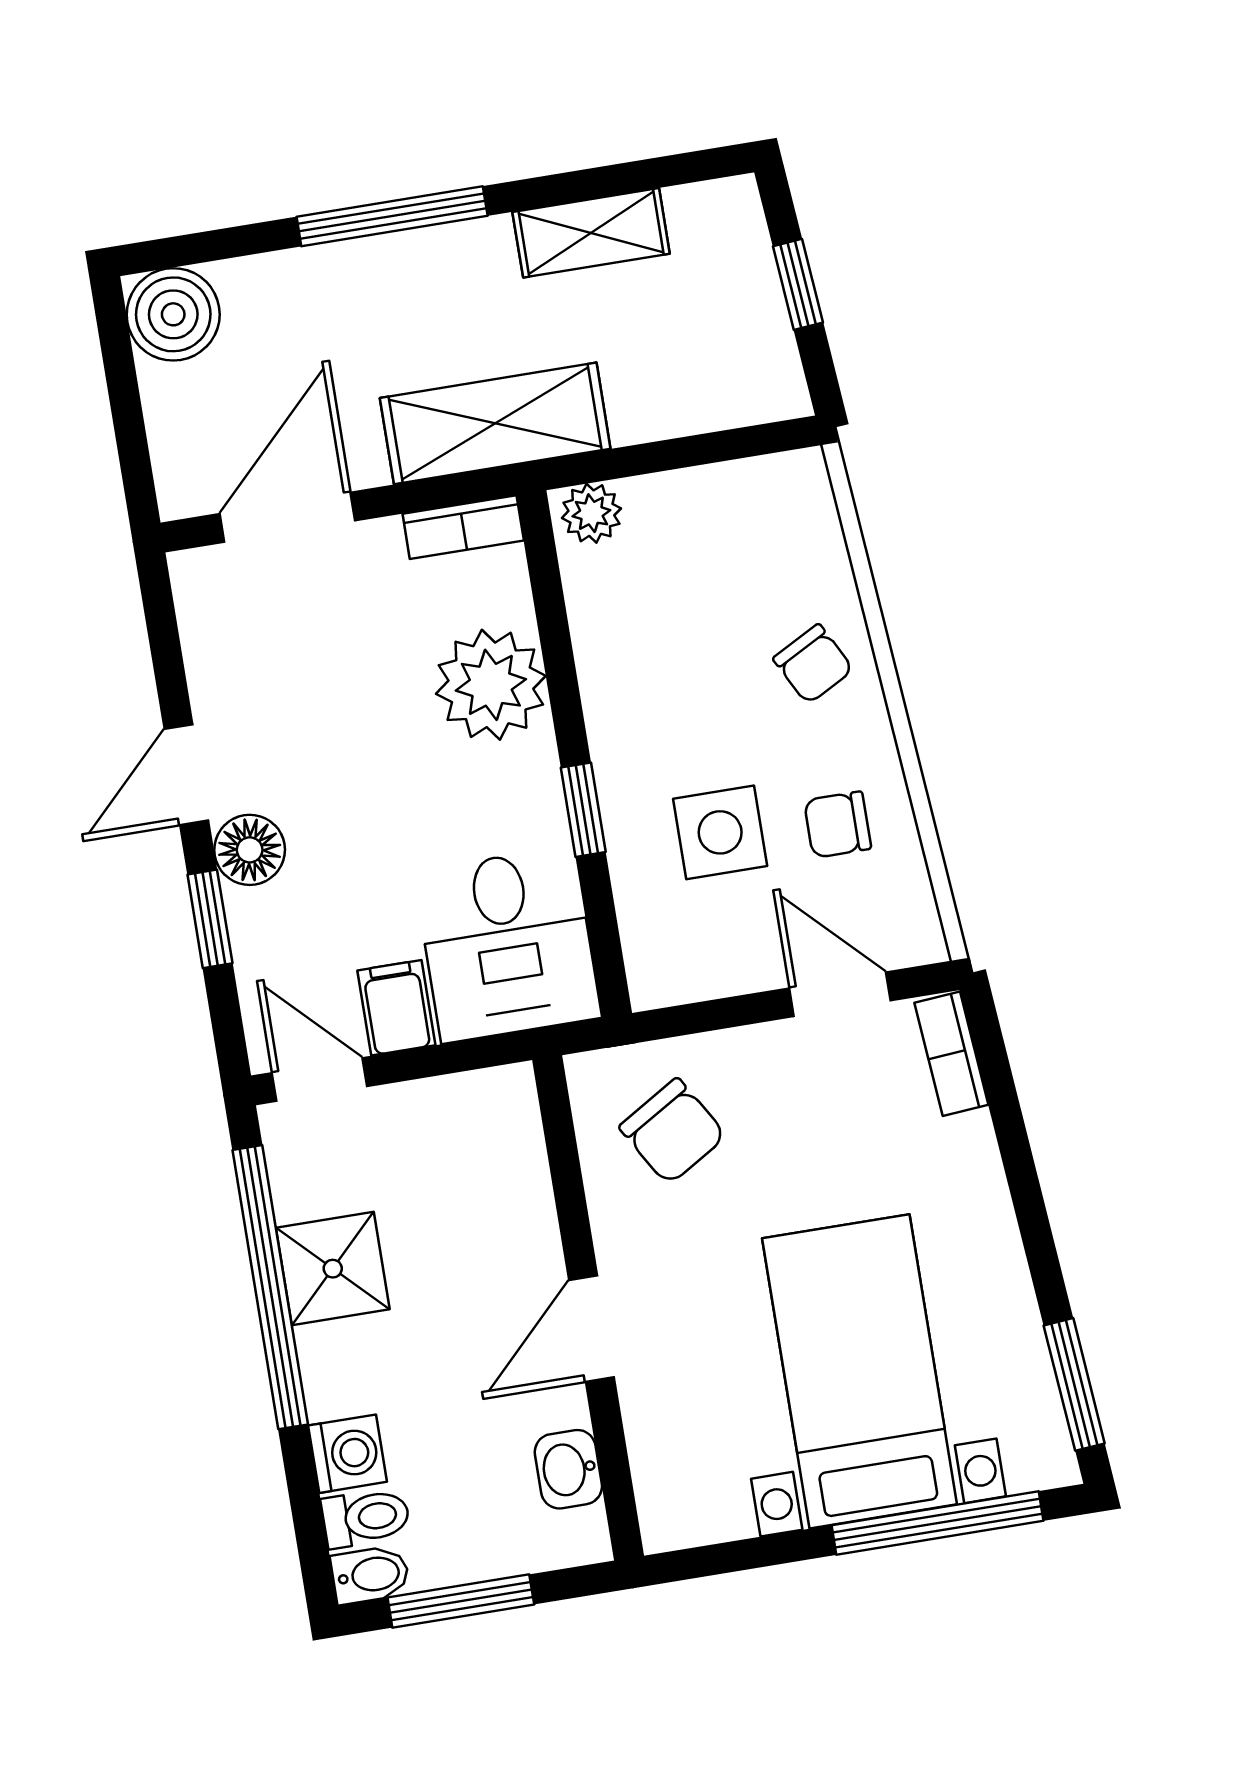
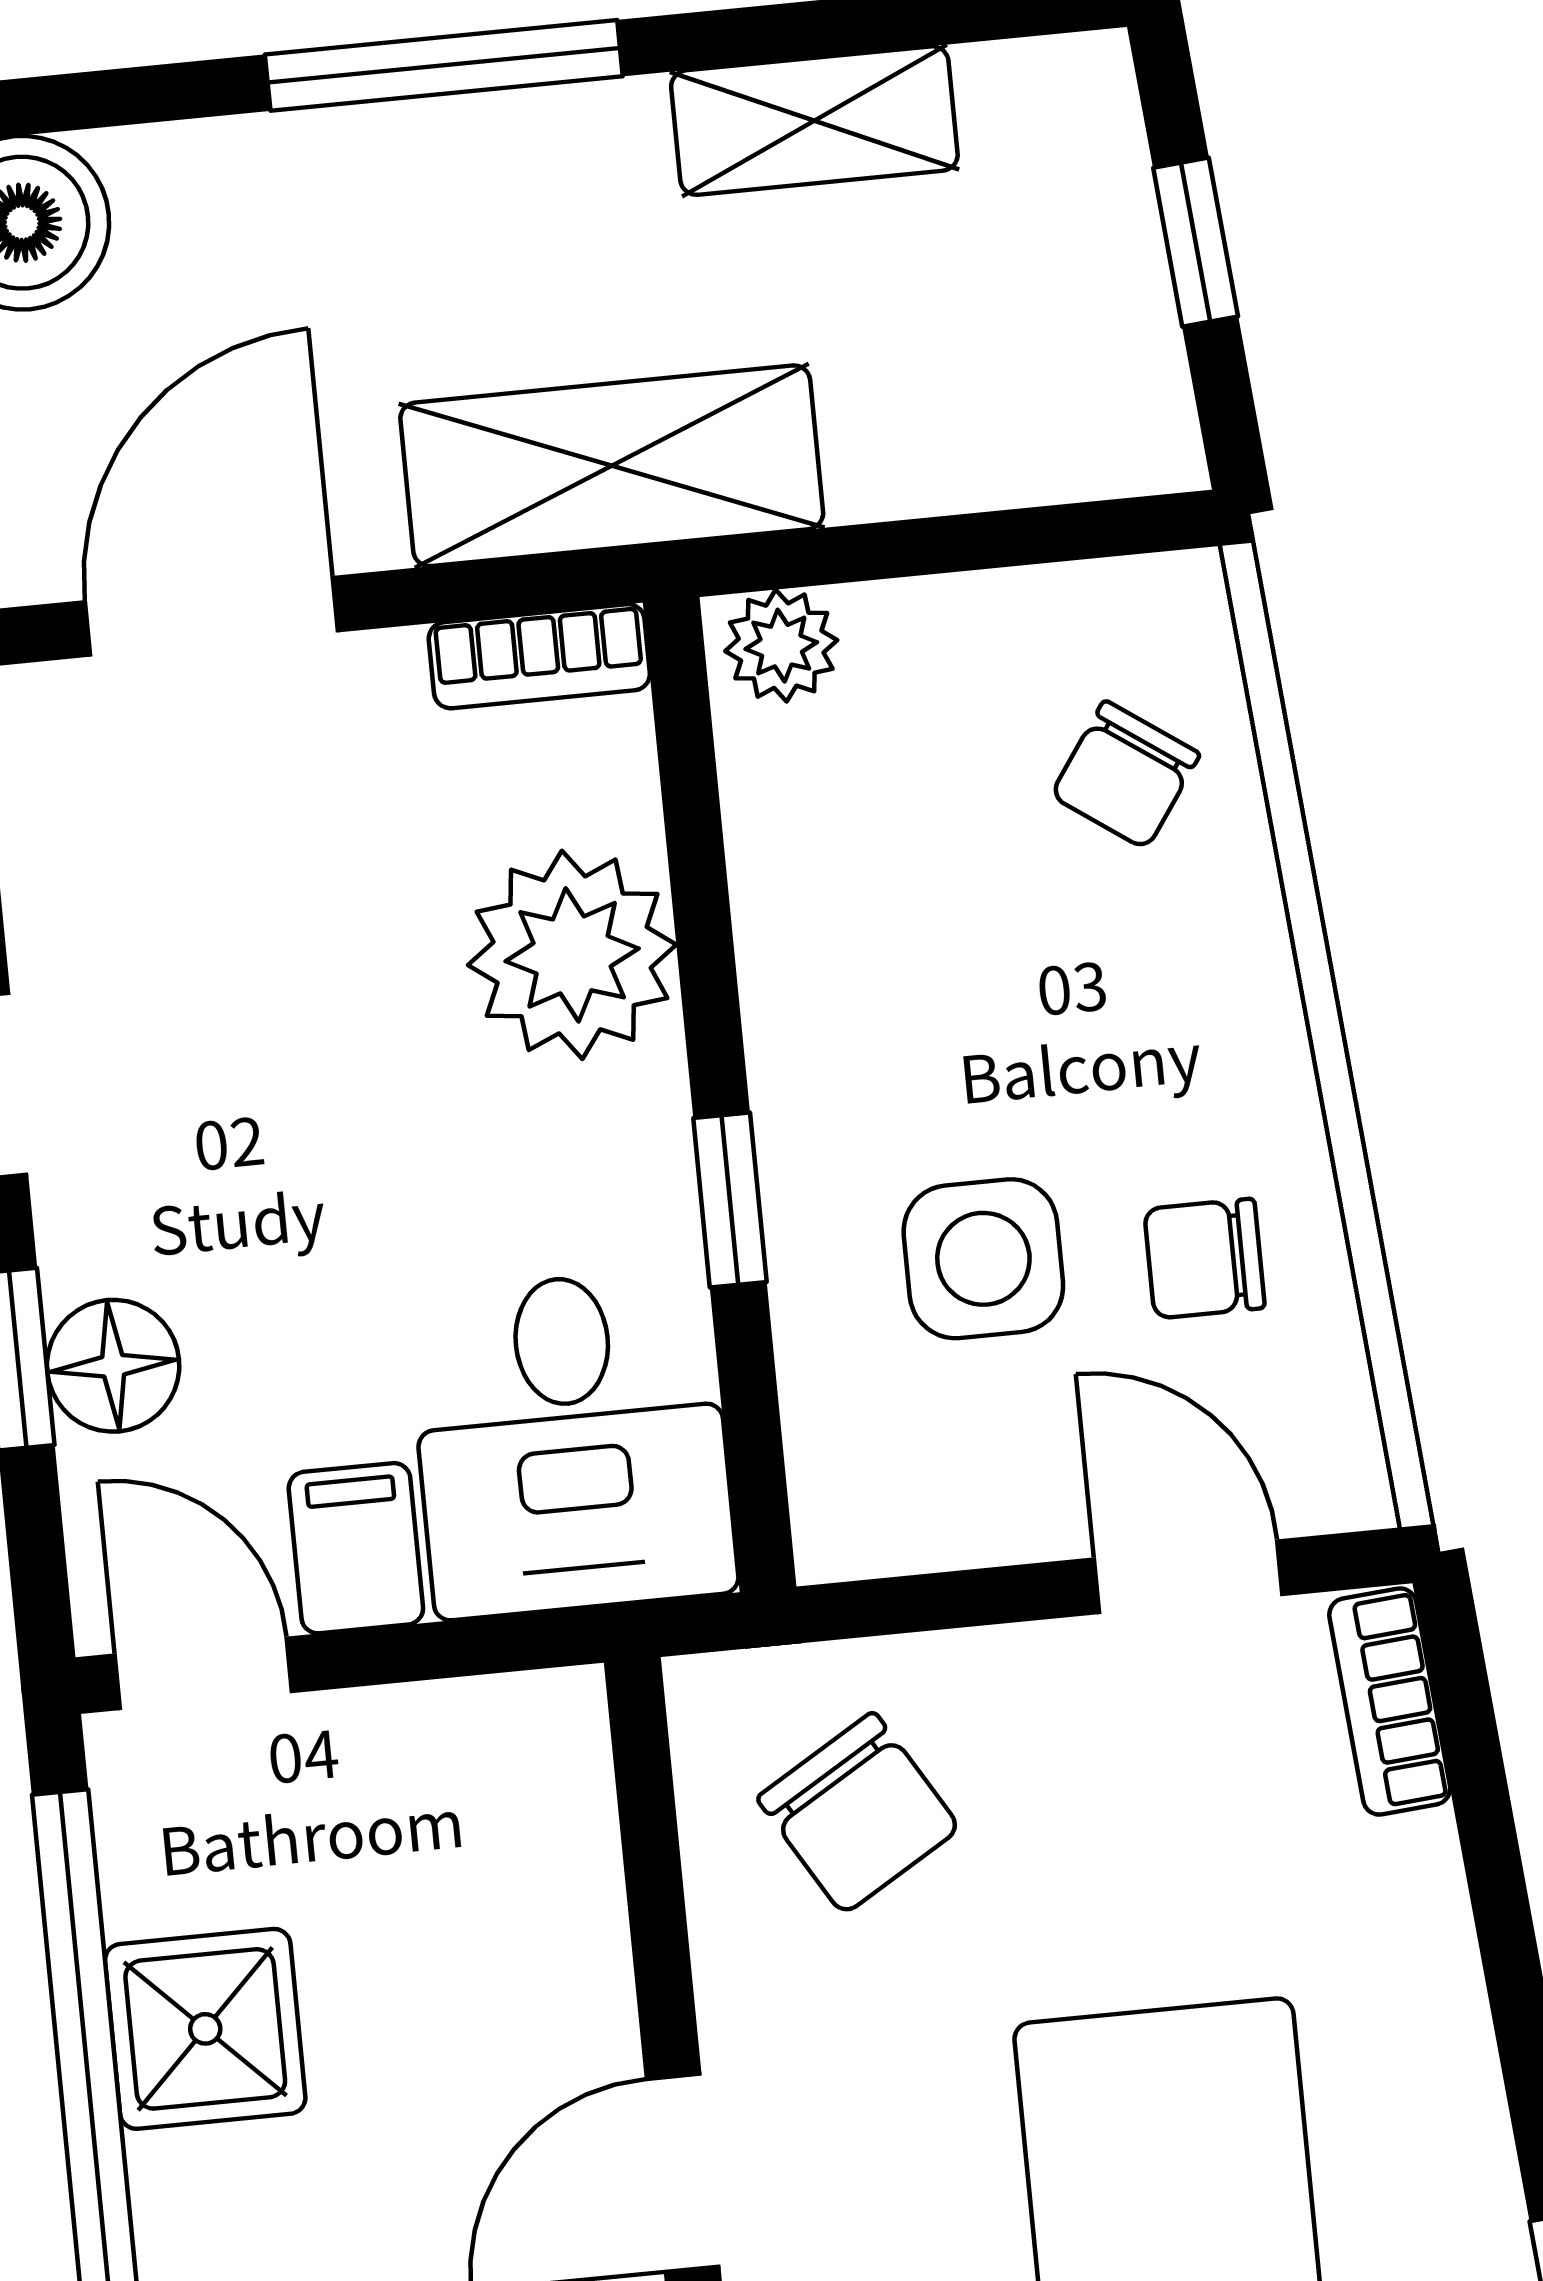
chair: (813, 664) -> (1125, 775), moved, turned 63
floor lamp: (250, 850) -> (113, 1366), moved

